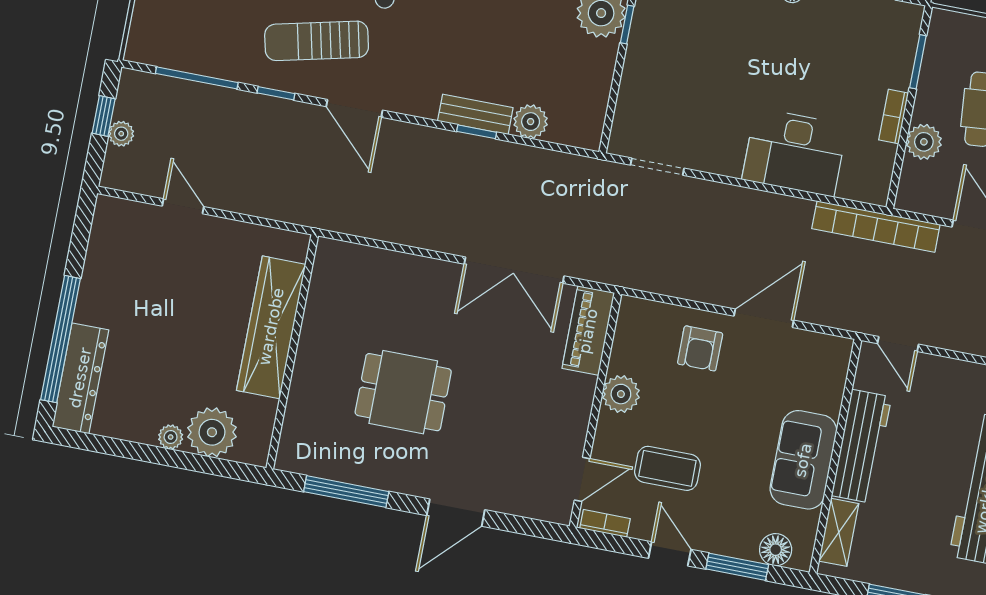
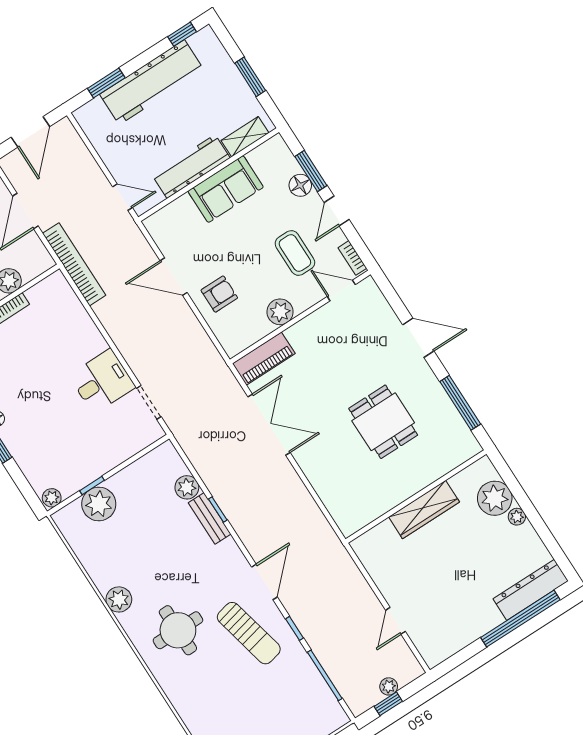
desk: (795, 152) -> (102, 381), moved, width x0.73
wardrobe: (271, 327) -> (424, 510), width x0.71, depth x0.85
door: (898, 344) -> (122, 197), hinge flipped
floor lamp: (776, 550) -> (300, 185), moved

